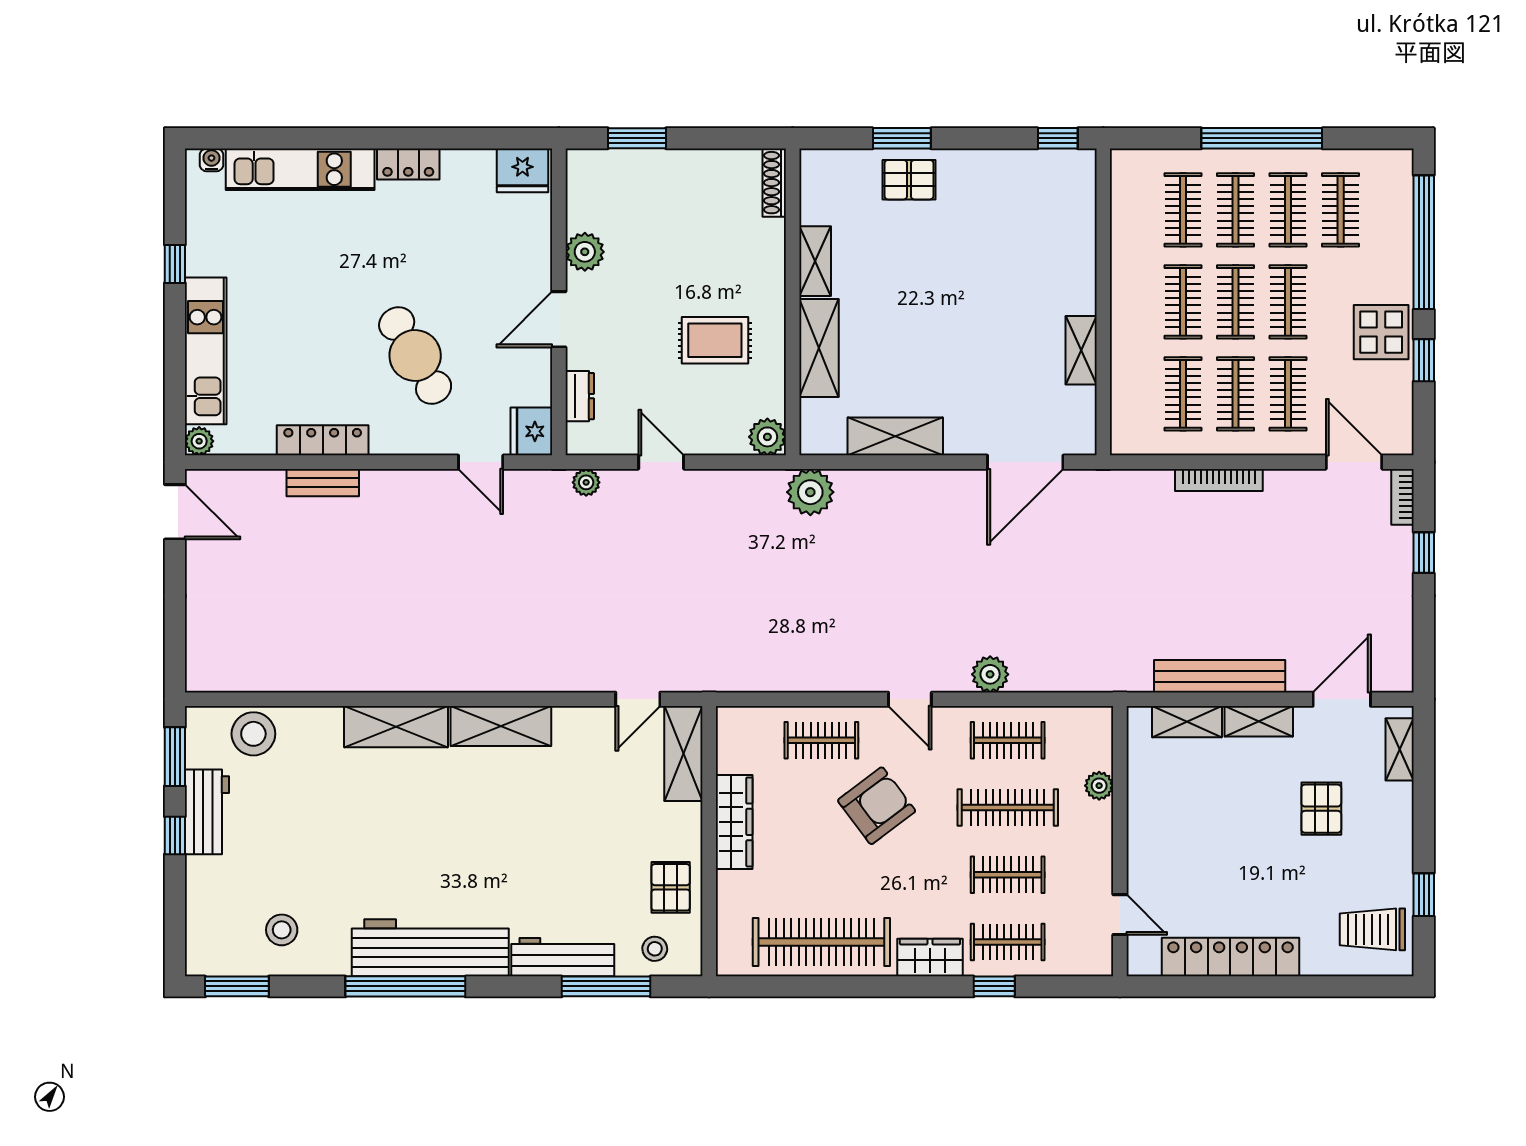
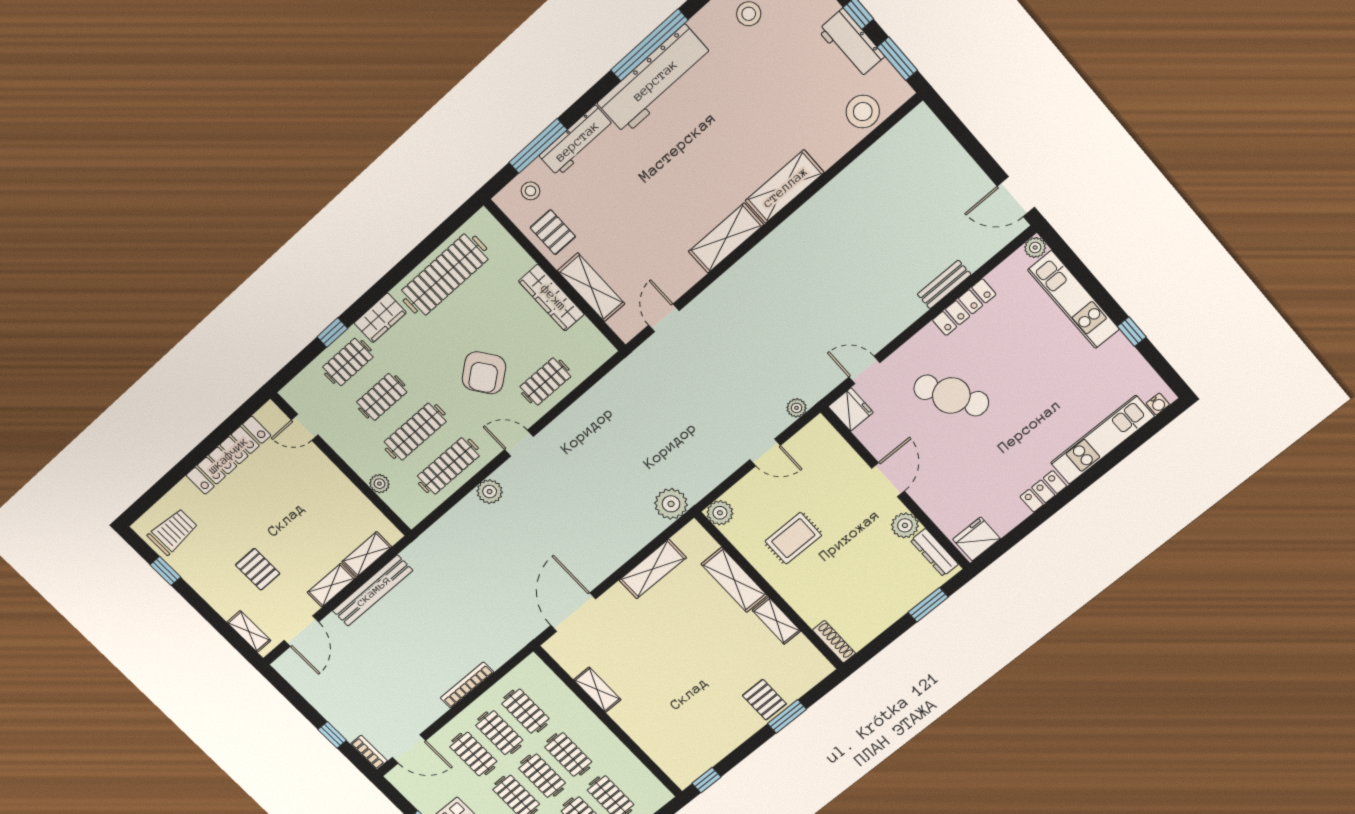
pallet: (909, 180) -> (764, 700), turned 90
dresser: (580, 396) -> (934, 552), moved, width x1.44
clothes rail: (1008, 740) -> (448, 466), width x1.36
shelving: (683, 754) -> (591, 287), moved

